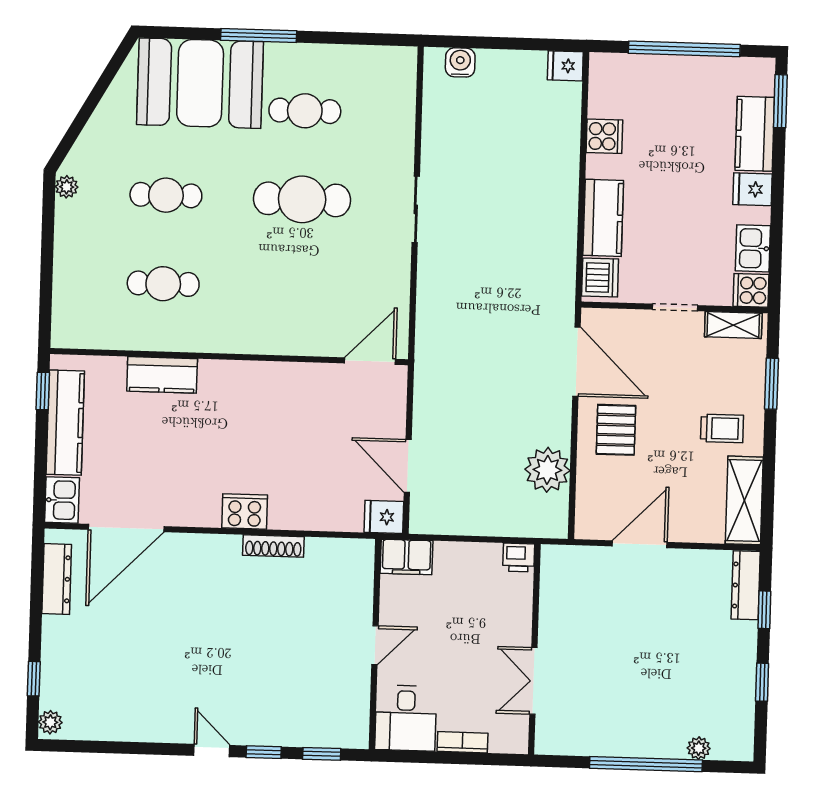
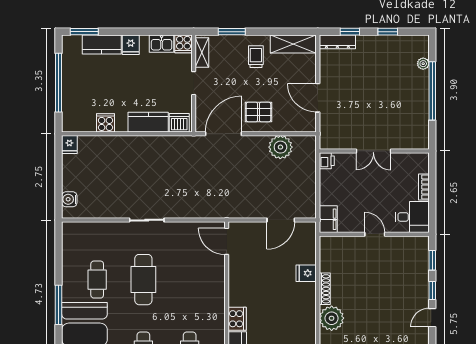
cooker: (245, 511) -> (237, 319), moved, turned 180
fridge: (384, 517) -> (306, 273), moved, turned 90
plant: (217, 557) -> (332, 318), added
double door: (533, 681) -> (373, 151), moved

